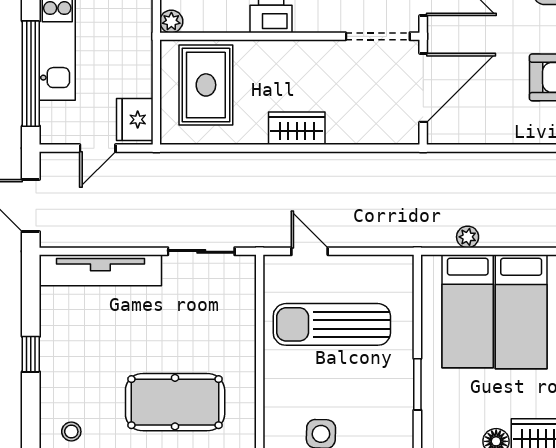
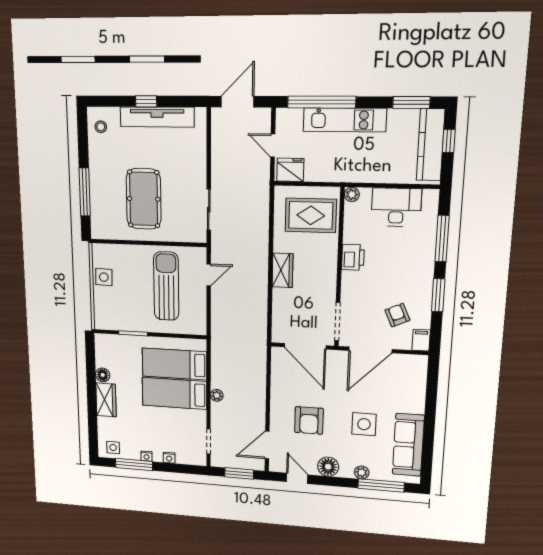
plant: (468, 237) -> (217, 395), moved
tv unit: (100, 270) -> (157, 117), moved, turned -90
pool table: (175, 402) -> (144, 199), moved

